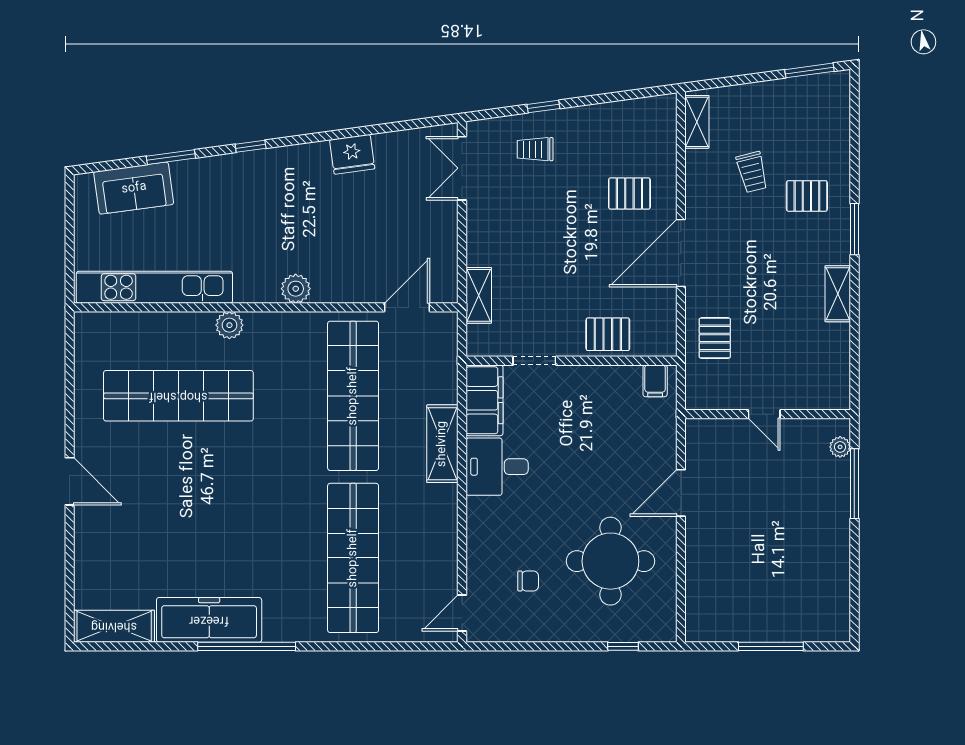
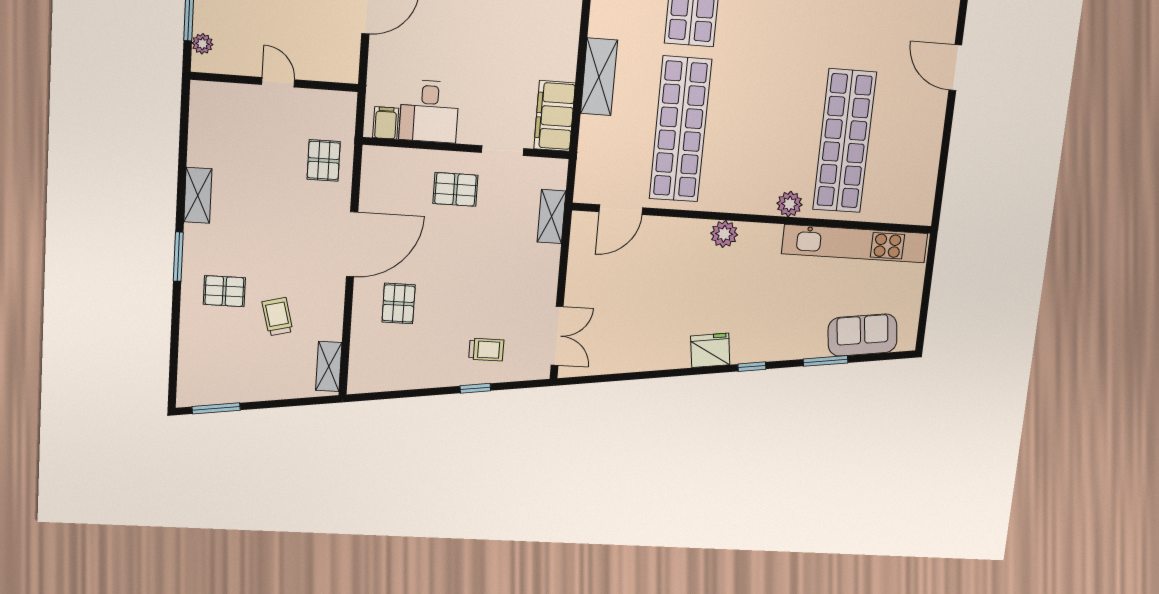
fridge: (352, 154) -> (710, 350), moved
pallet: (629, 193) -> (399, 303), turned 90
pallet: (608, 334) -> (455, 189), moved
shop shelf: (178, 396) -> (845, 141), turned 90
desk: (497, 467) -> (429, 111), moved, turned 90

